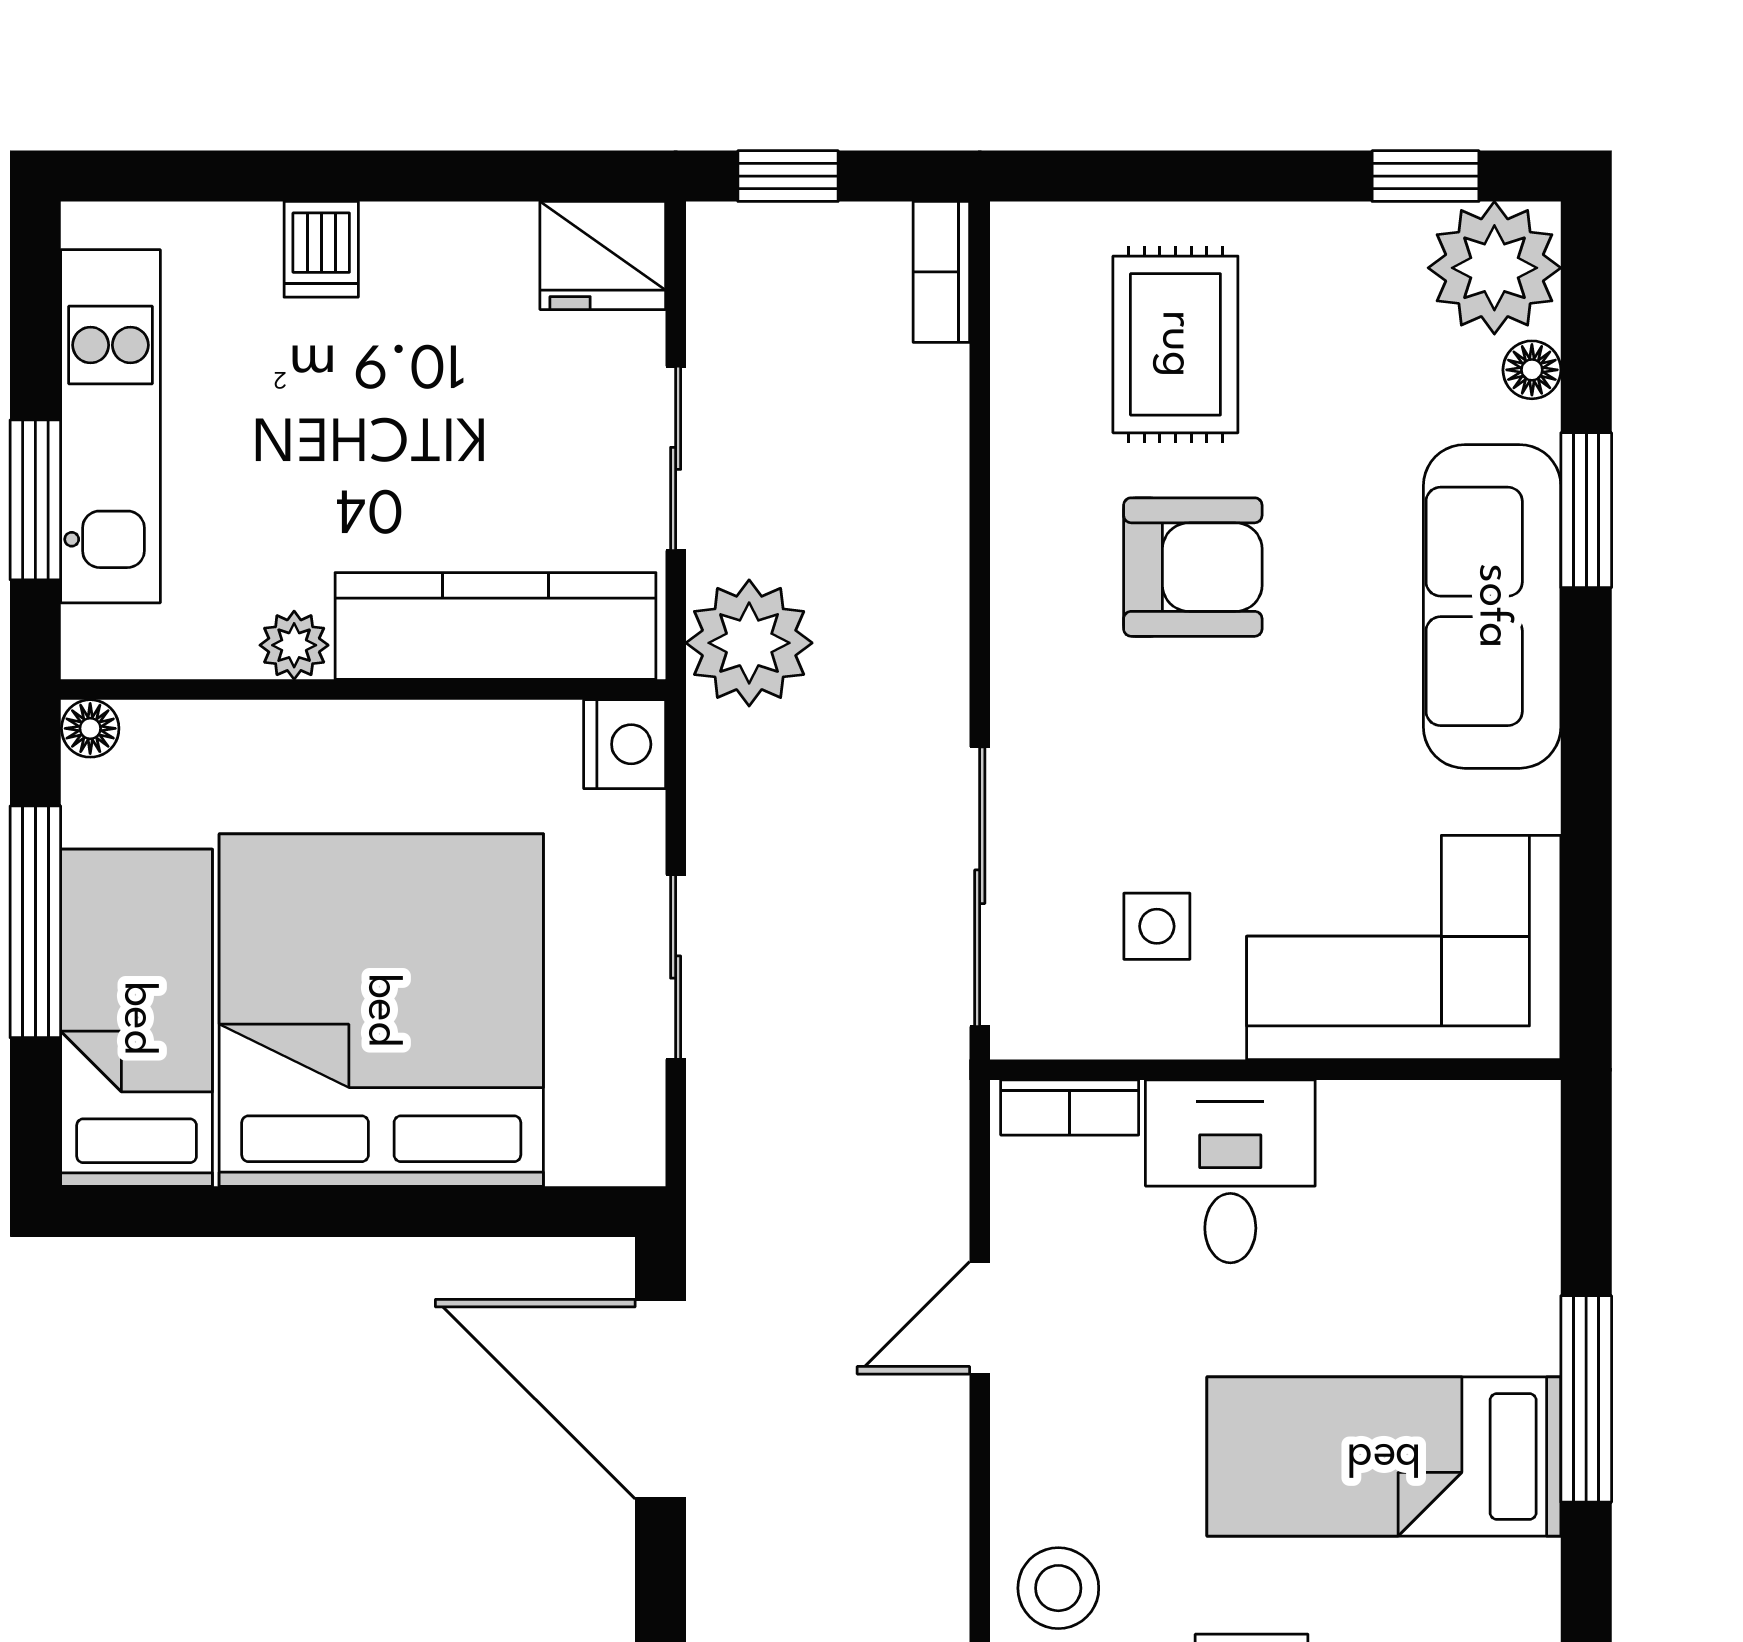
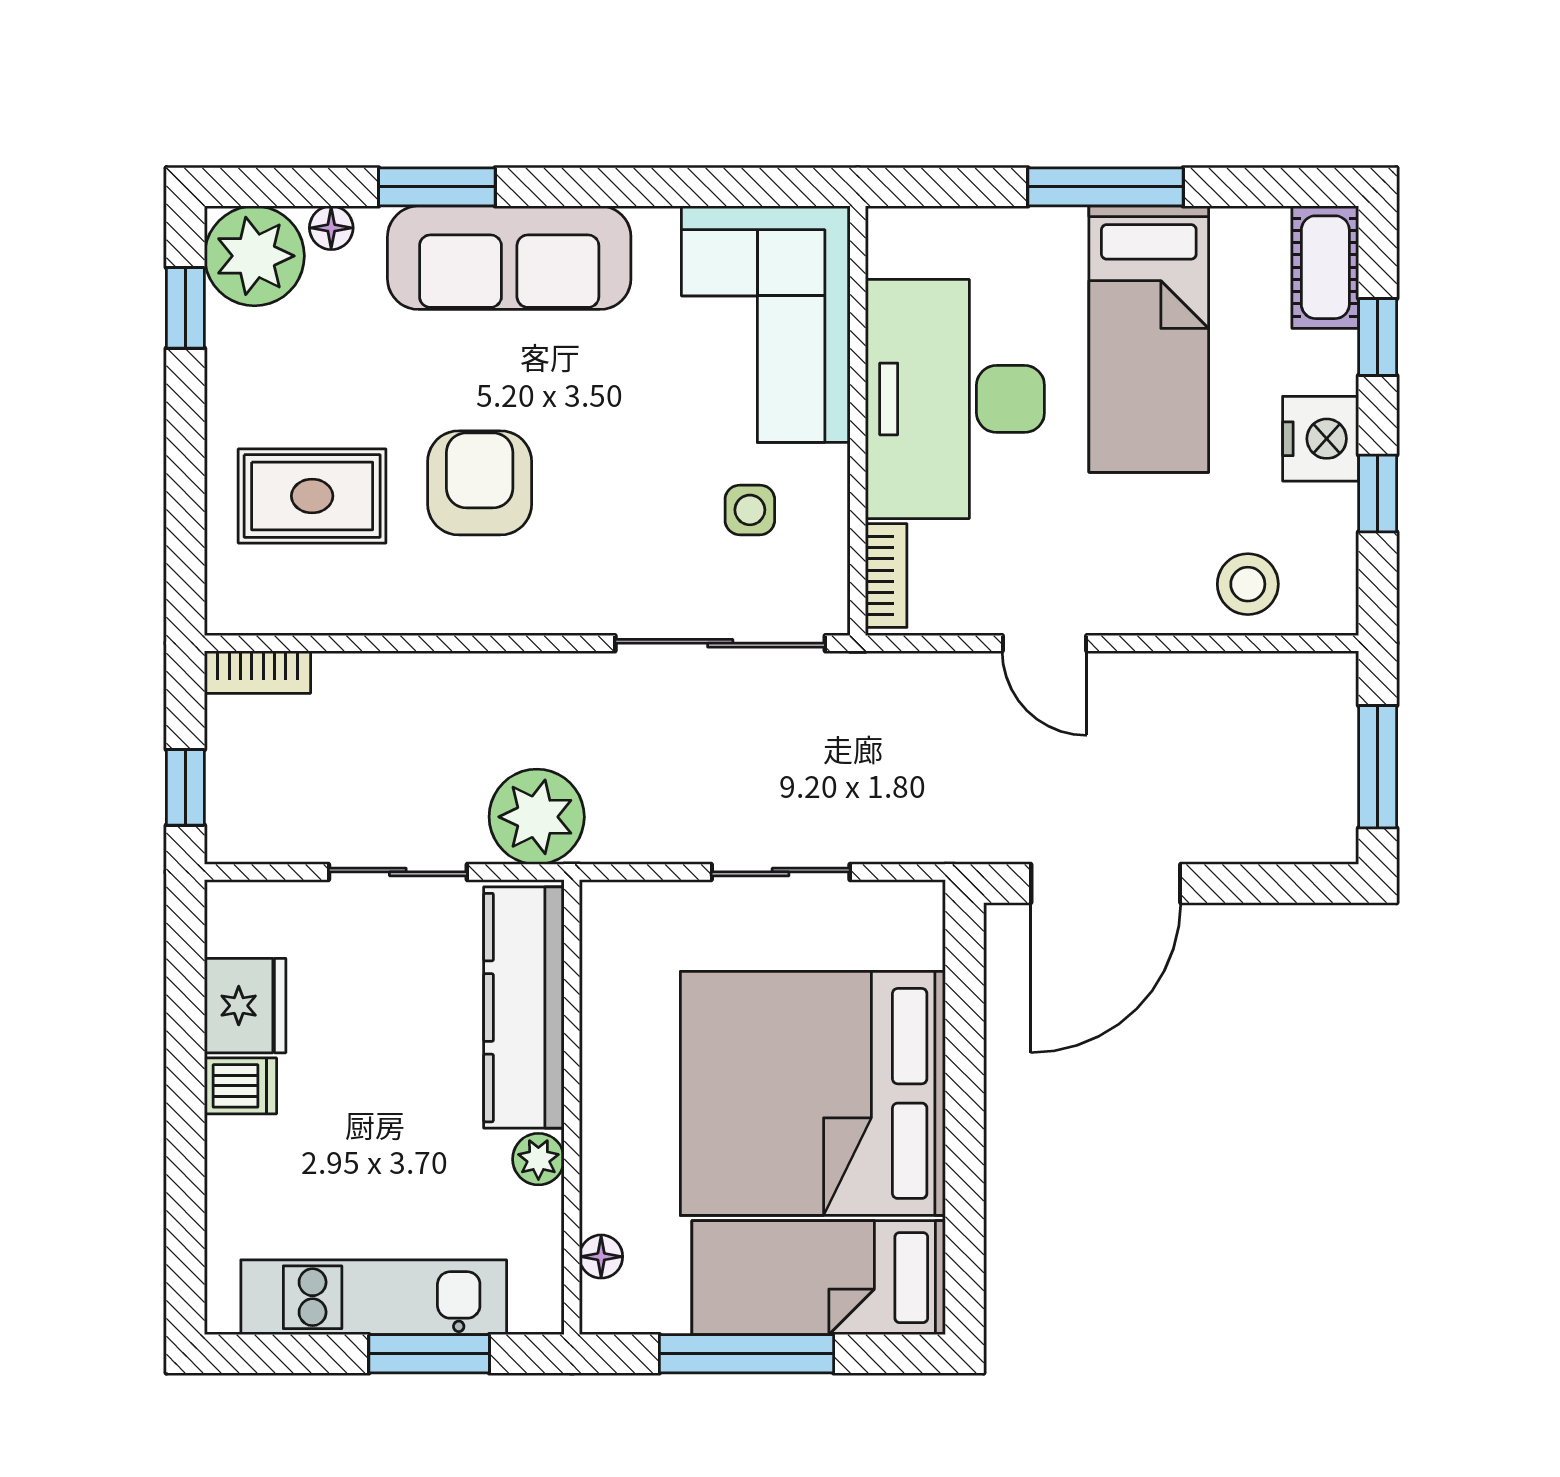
dishwasher: (321, 249) -> (241, 1086), moved
fridge: (603, 255) -> (245, 1006), moved
floor lamp: (90, 728) -> (601, 1257), moved
nightstand: (625, 744) -> (613, 910), removed
desk: (1230, 1171) -> (955, 399), width x1.87, depth x1.30

